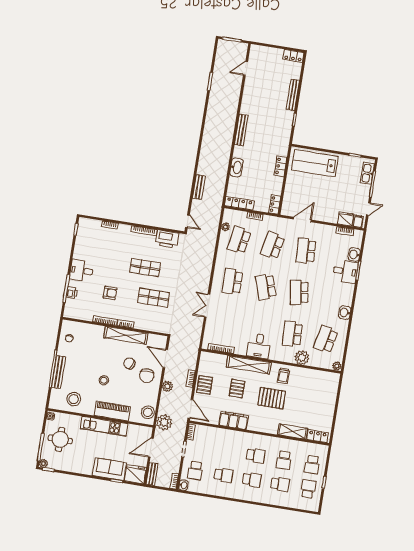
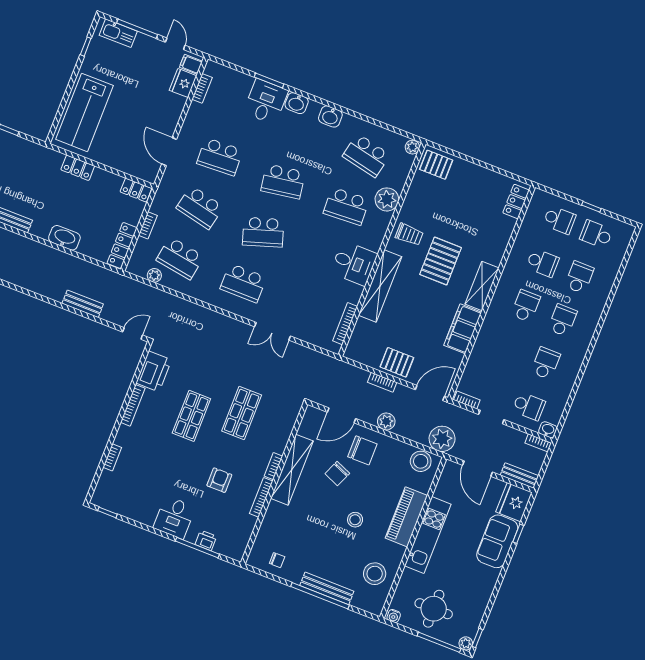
washbasin: (354, 255) -> (297, 103), moved
pallet: (237, 389) -> (436, 165), moved
shelving: (293, 431) -> (482, 286), moved

